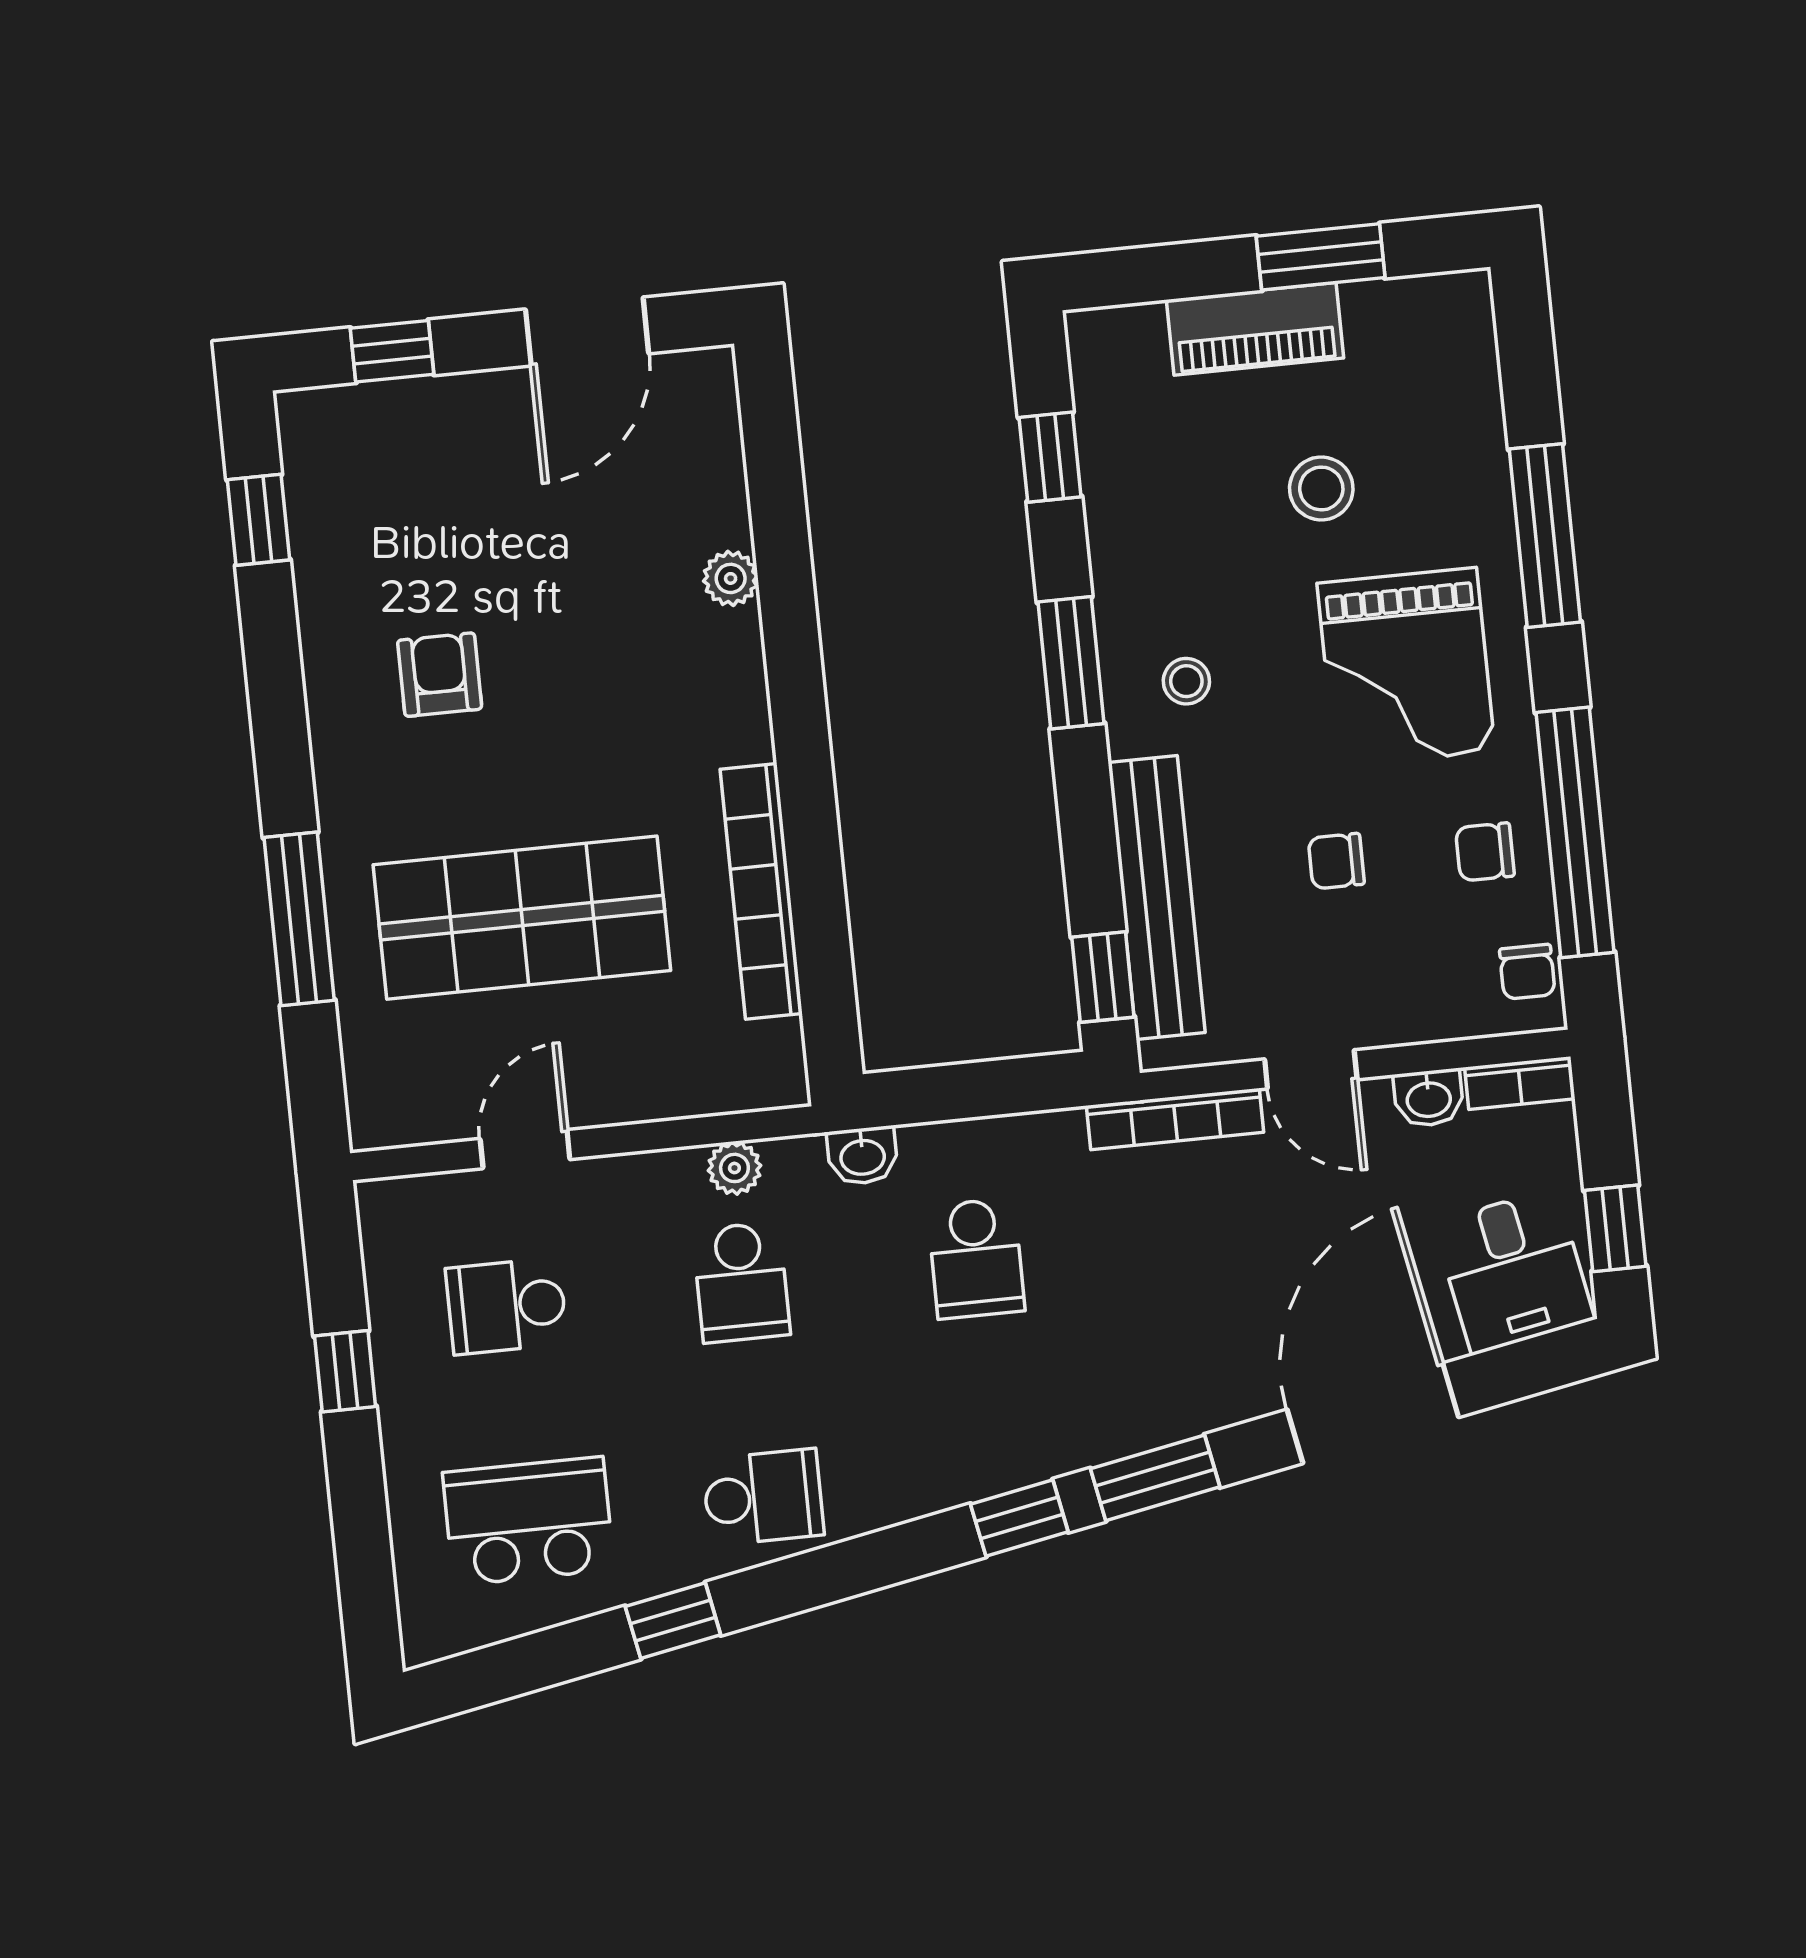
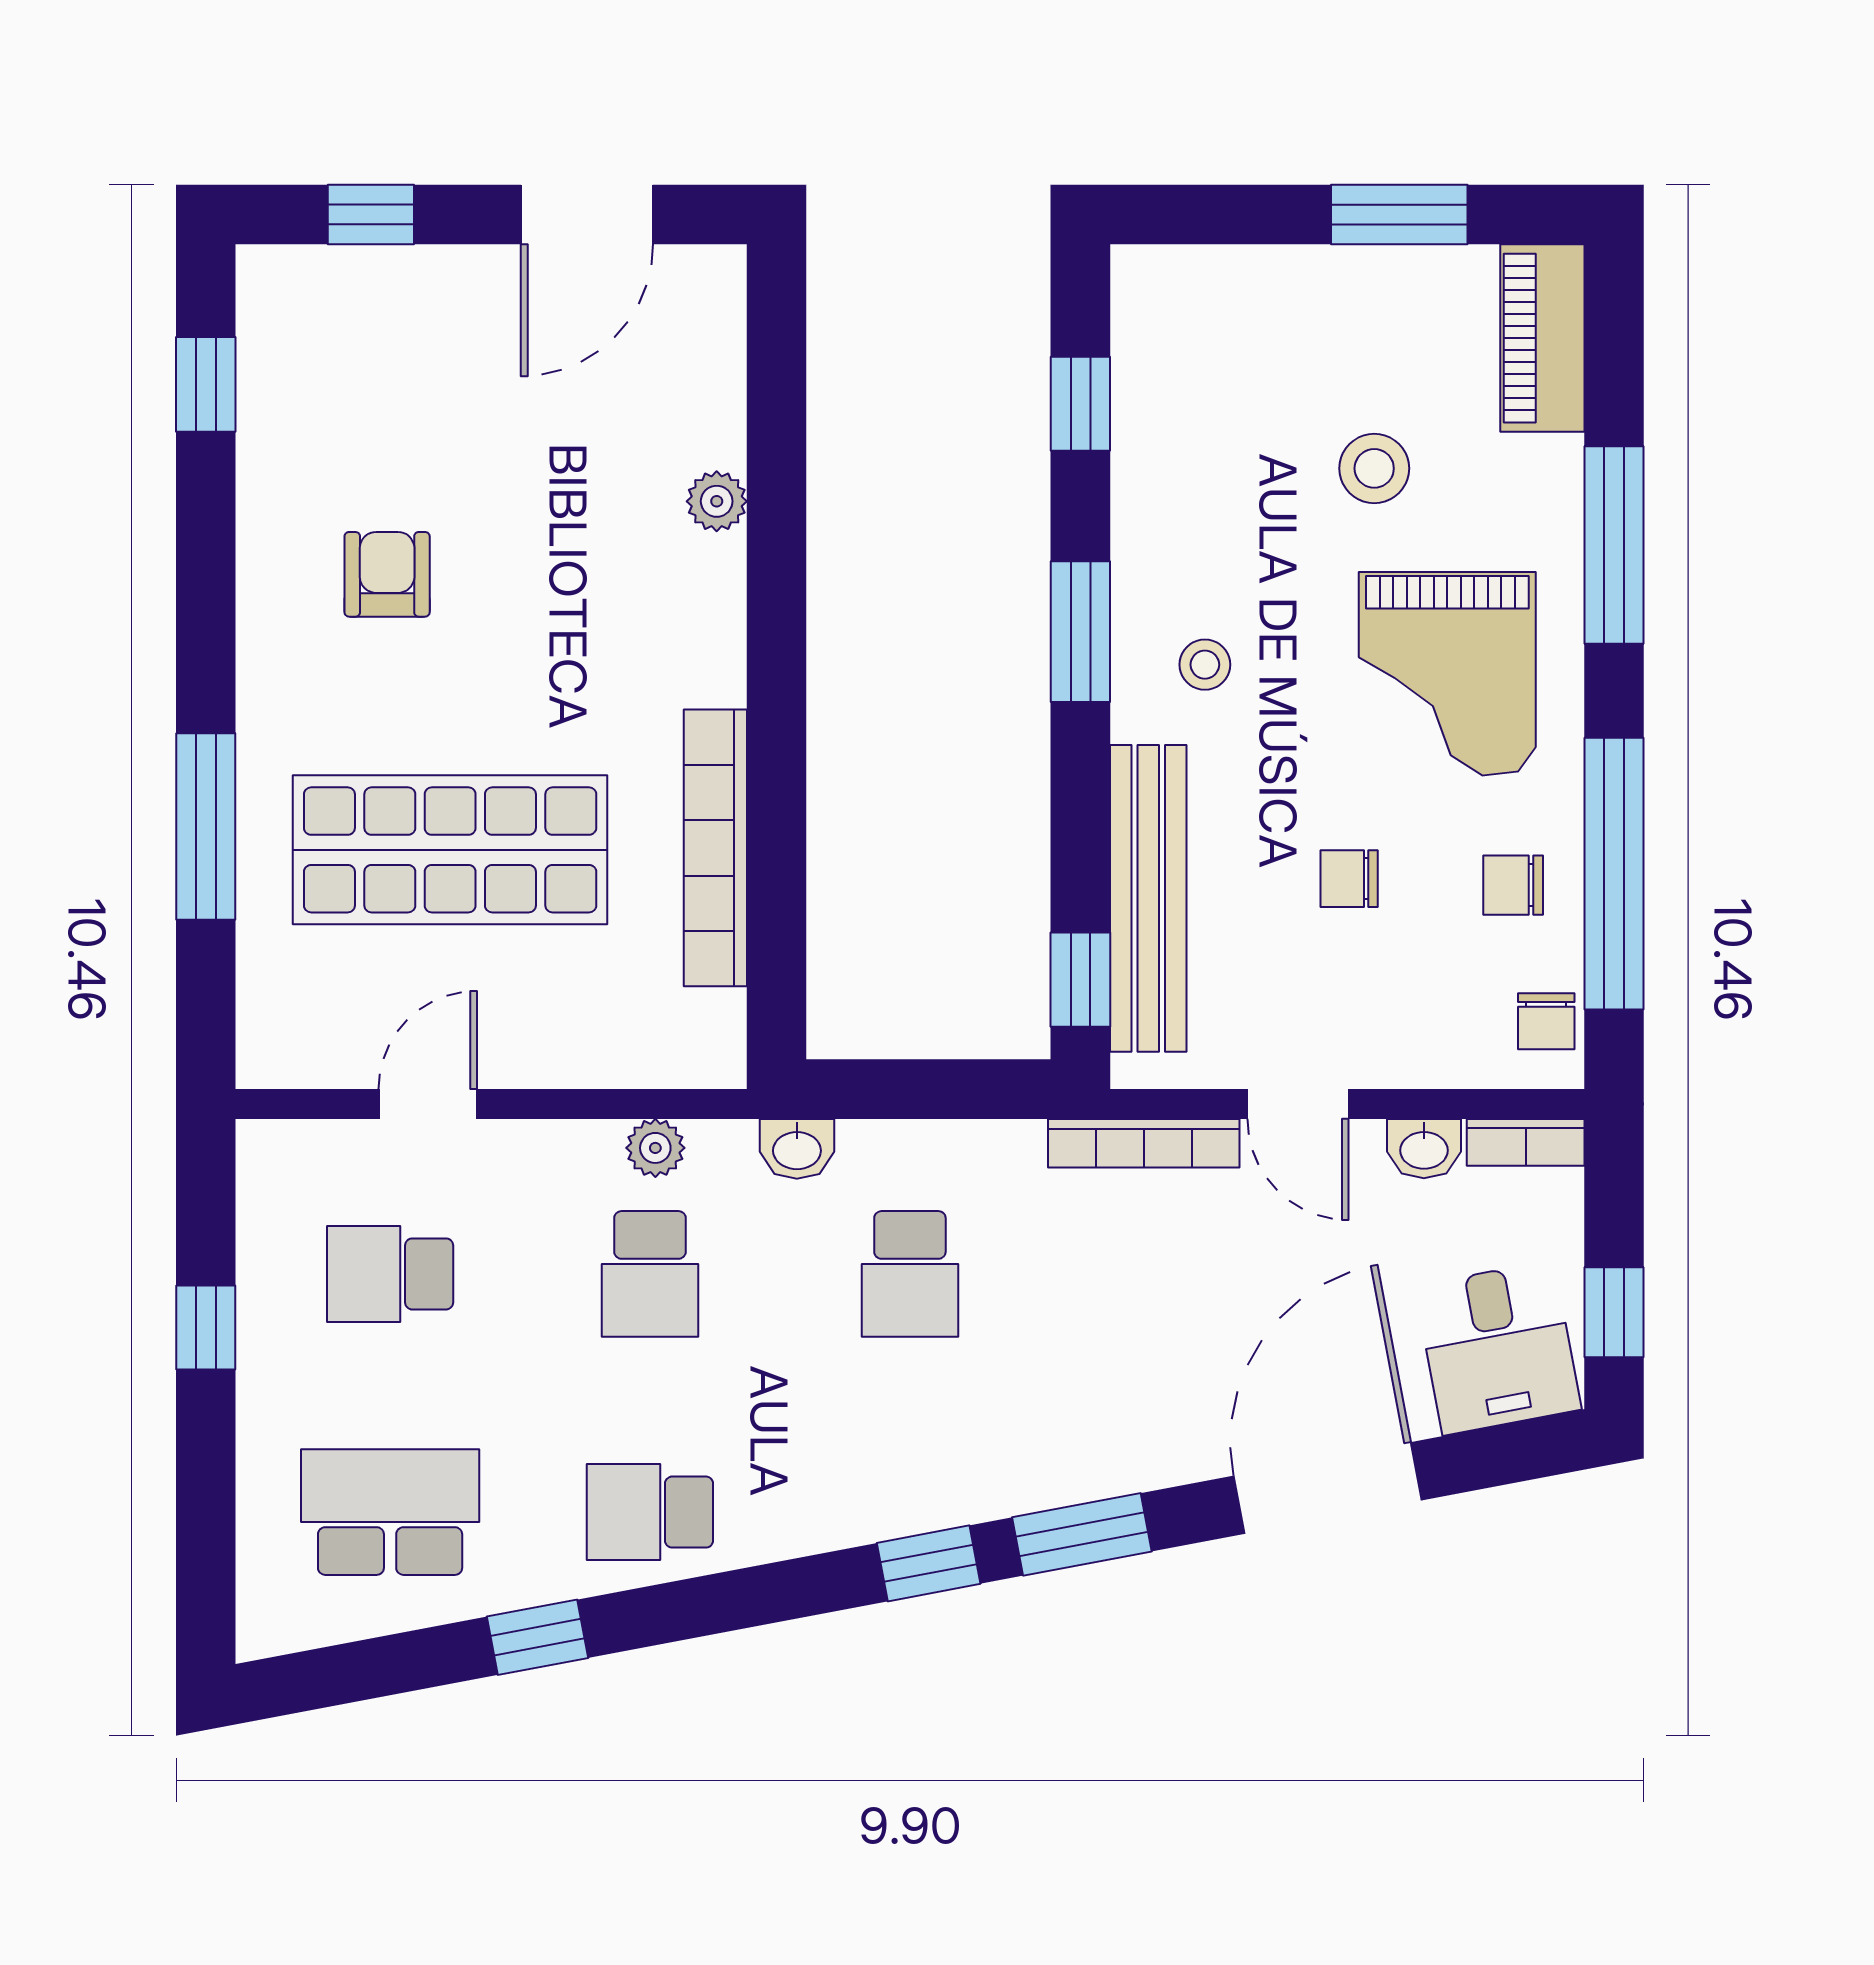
piano: (1255, 329) -> (1542, 338), moved, turned 90
school desk: (763, 1497) -> (650, 1512), turned 180

